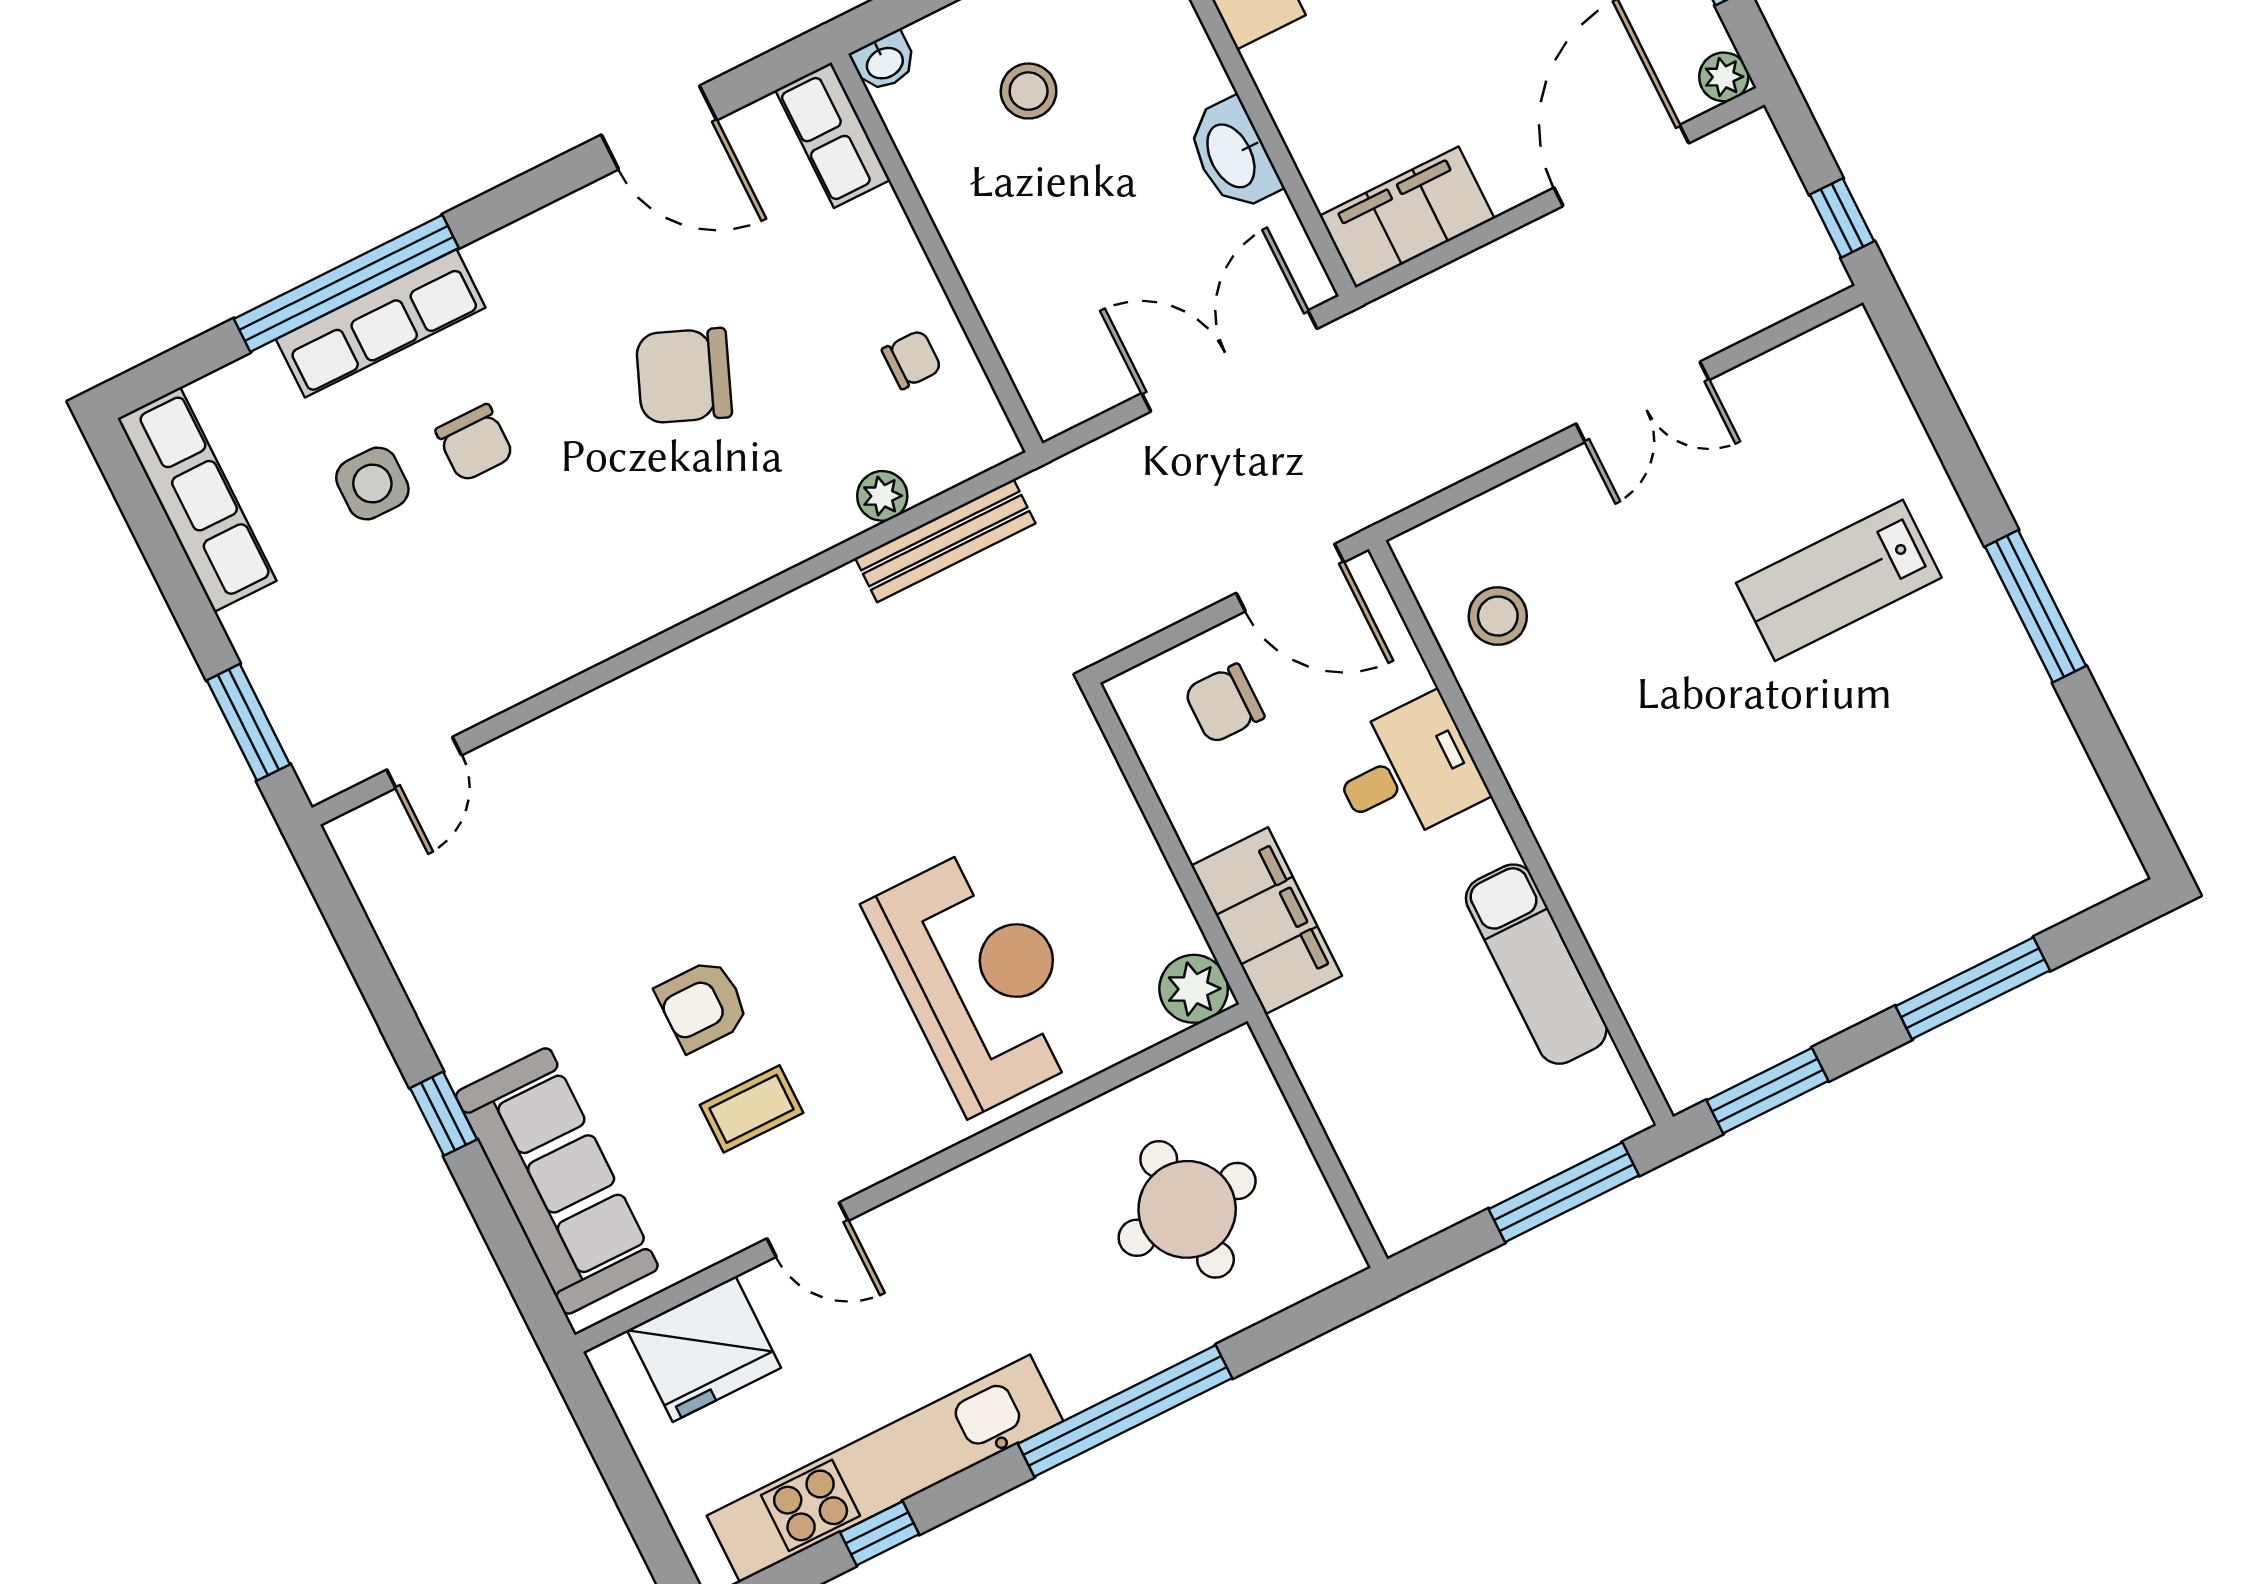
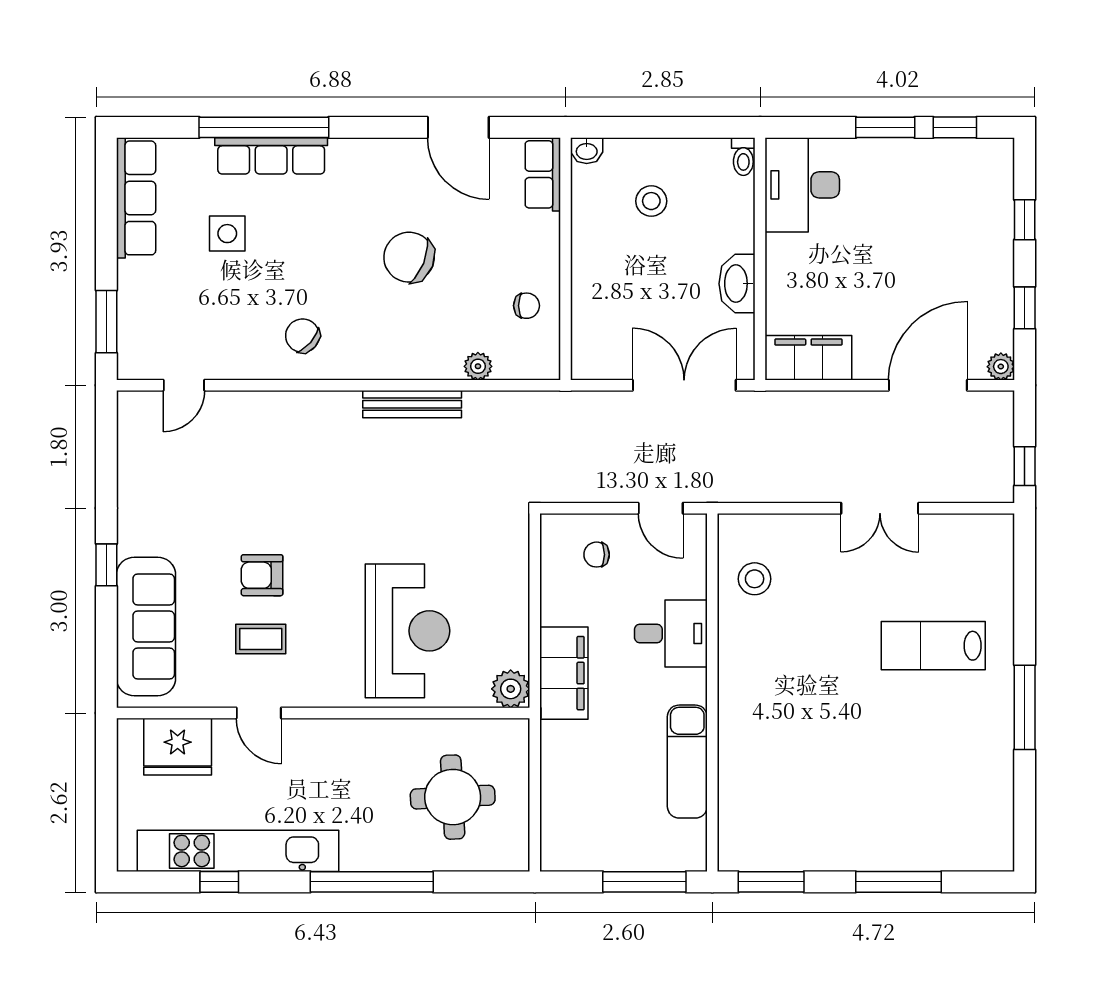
chair: (475, 443) -> (302, 336), moved, turned 131
bench: (945, 541) -> (412, 404), moved
door: (1290, 578) -> (661, 508), width x0.73
chair: (1224, 704) -> (597, 555), width x0.73, depth x0.73

